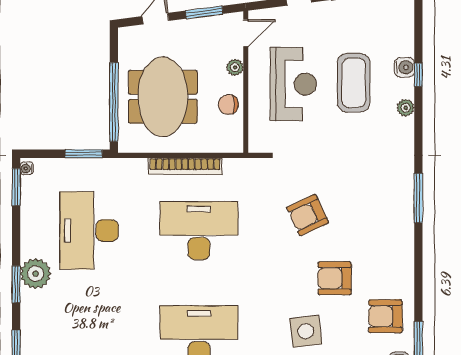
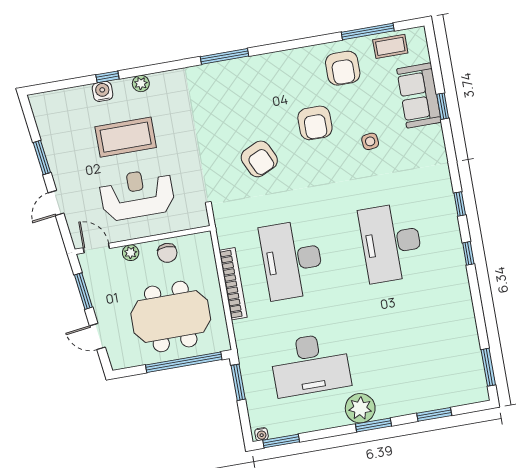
side table: (306, 331) -> (370, 141), width x0.54, depth x0.54

